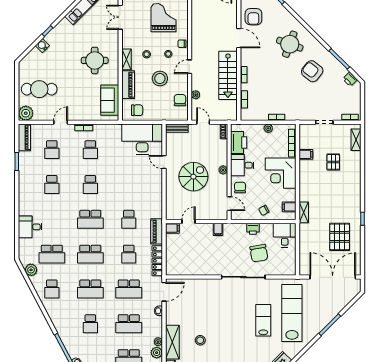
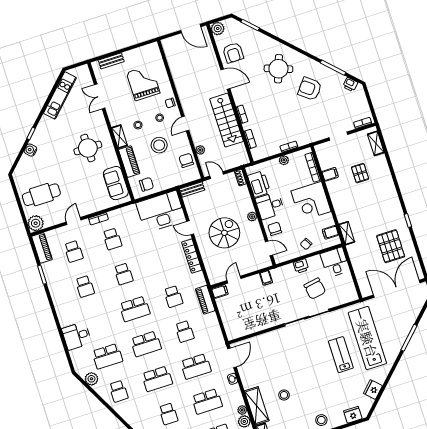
locker: (157, 261) -> (192, 256), moved

